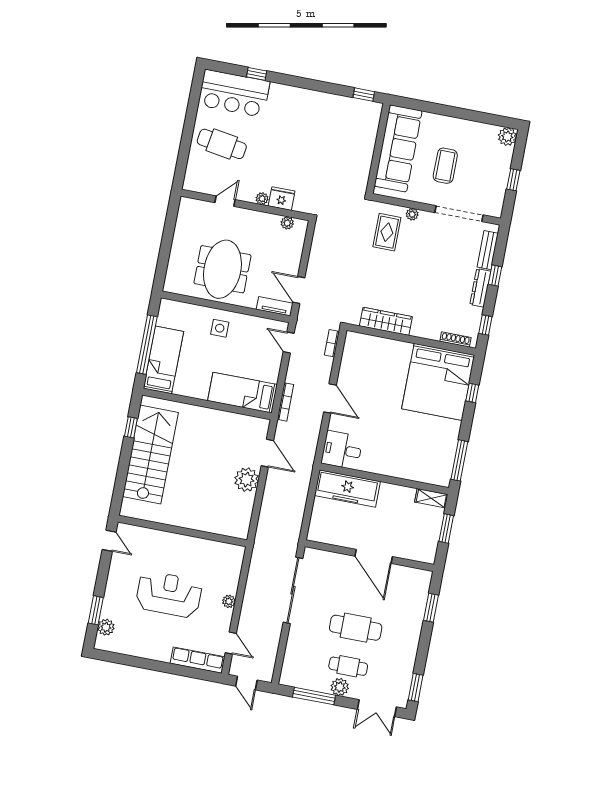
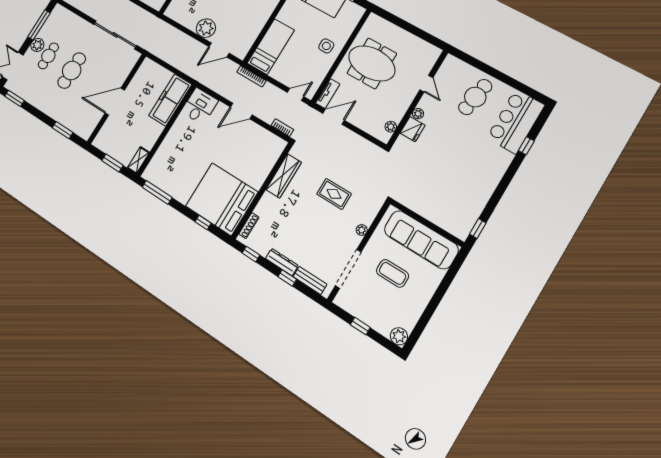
rug: (387, 232) -> (334, 194), moved

